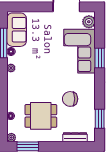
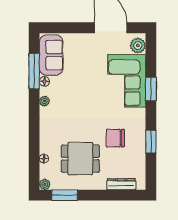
window: (100, 119) -> (151, 142), moved

